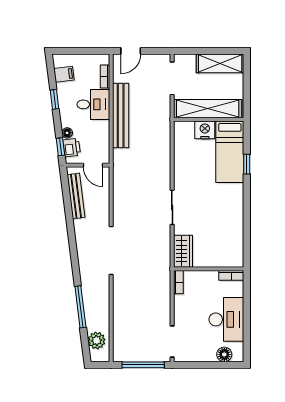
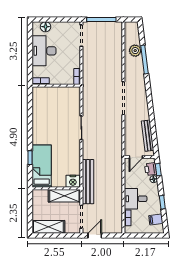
door: (131, 51) -> (95, 236), moved
shelving: (208, 109) -> (64, 196), width x0.68
bench: (121, 116) -> (88, 182), moved
nightstand: (205, 130) -> (73, 181), moved
door: (93, 165) -> (136, 157), swing flipped
wardrobe: (183, 251) -> (74, 98), removed
plant: (97, 340) -> (135, 51), moved

